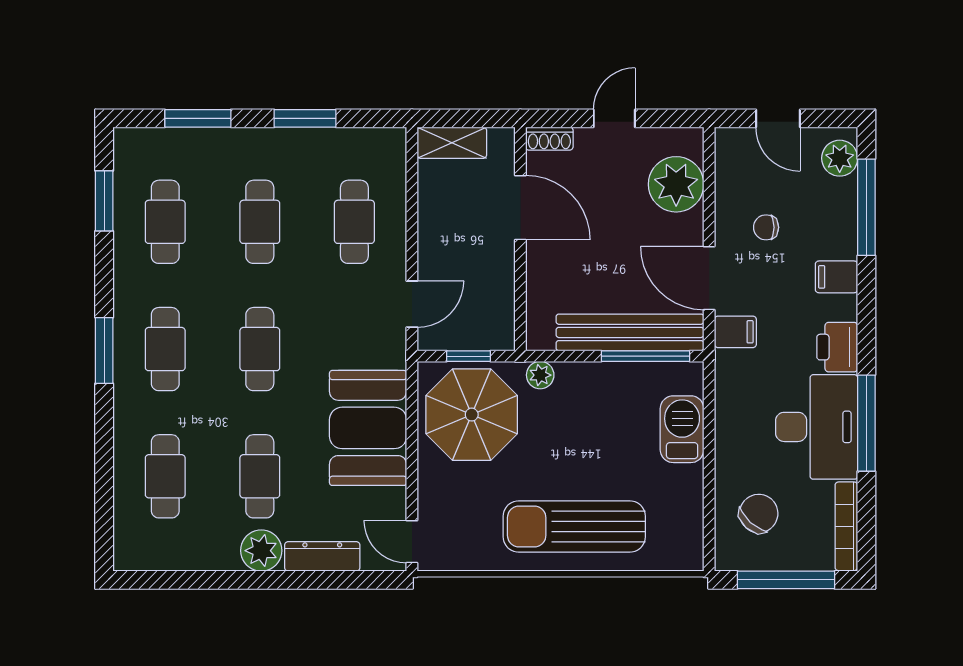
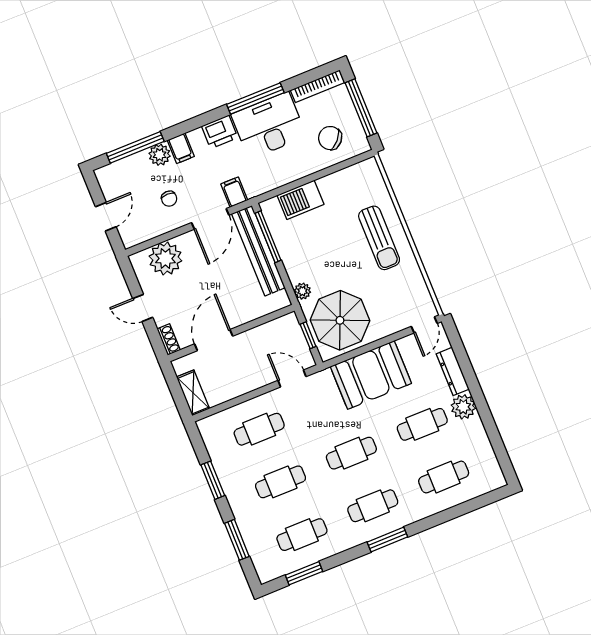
plant: (840, 158) -> (160, 155), moved
sun lounger: (574, 527) -> (379, 238), width x0.73, depth x0.75

